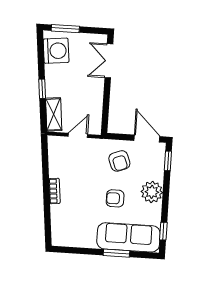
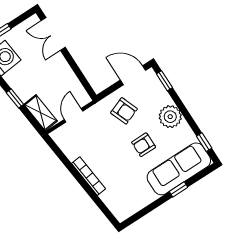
bookcase: (54, 191) -> (89, 176), width x1.56
window: (116, 253) -> (179, 189), width x0.67

